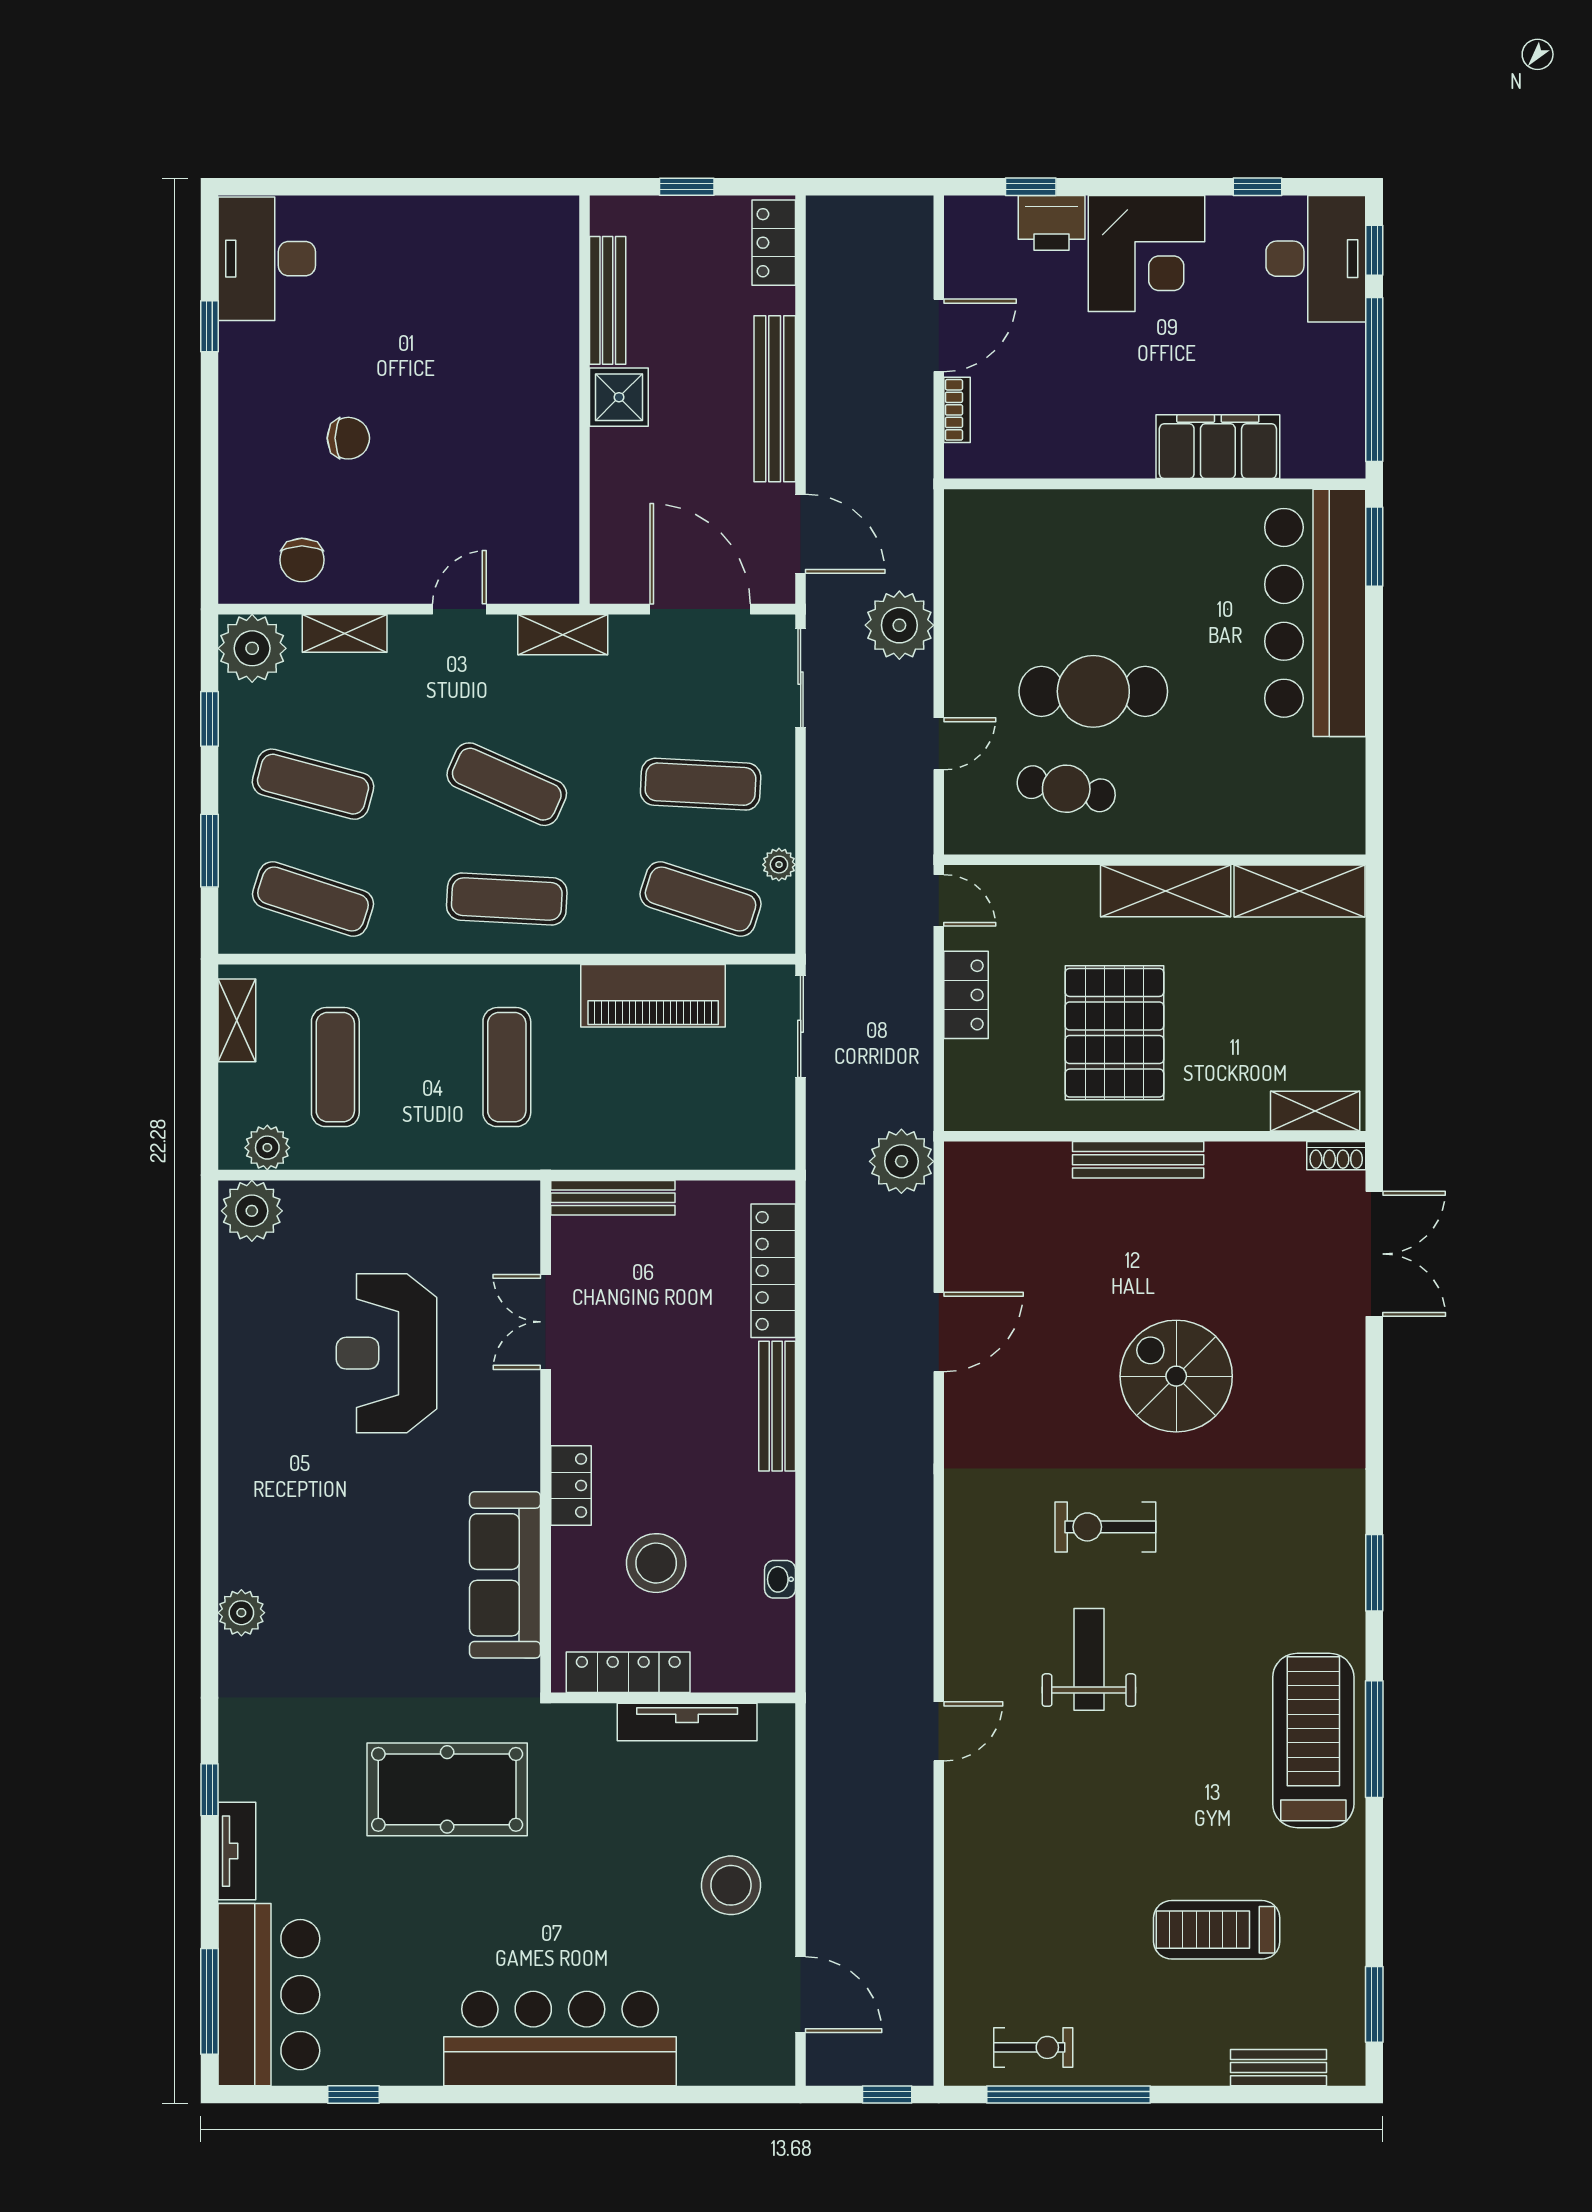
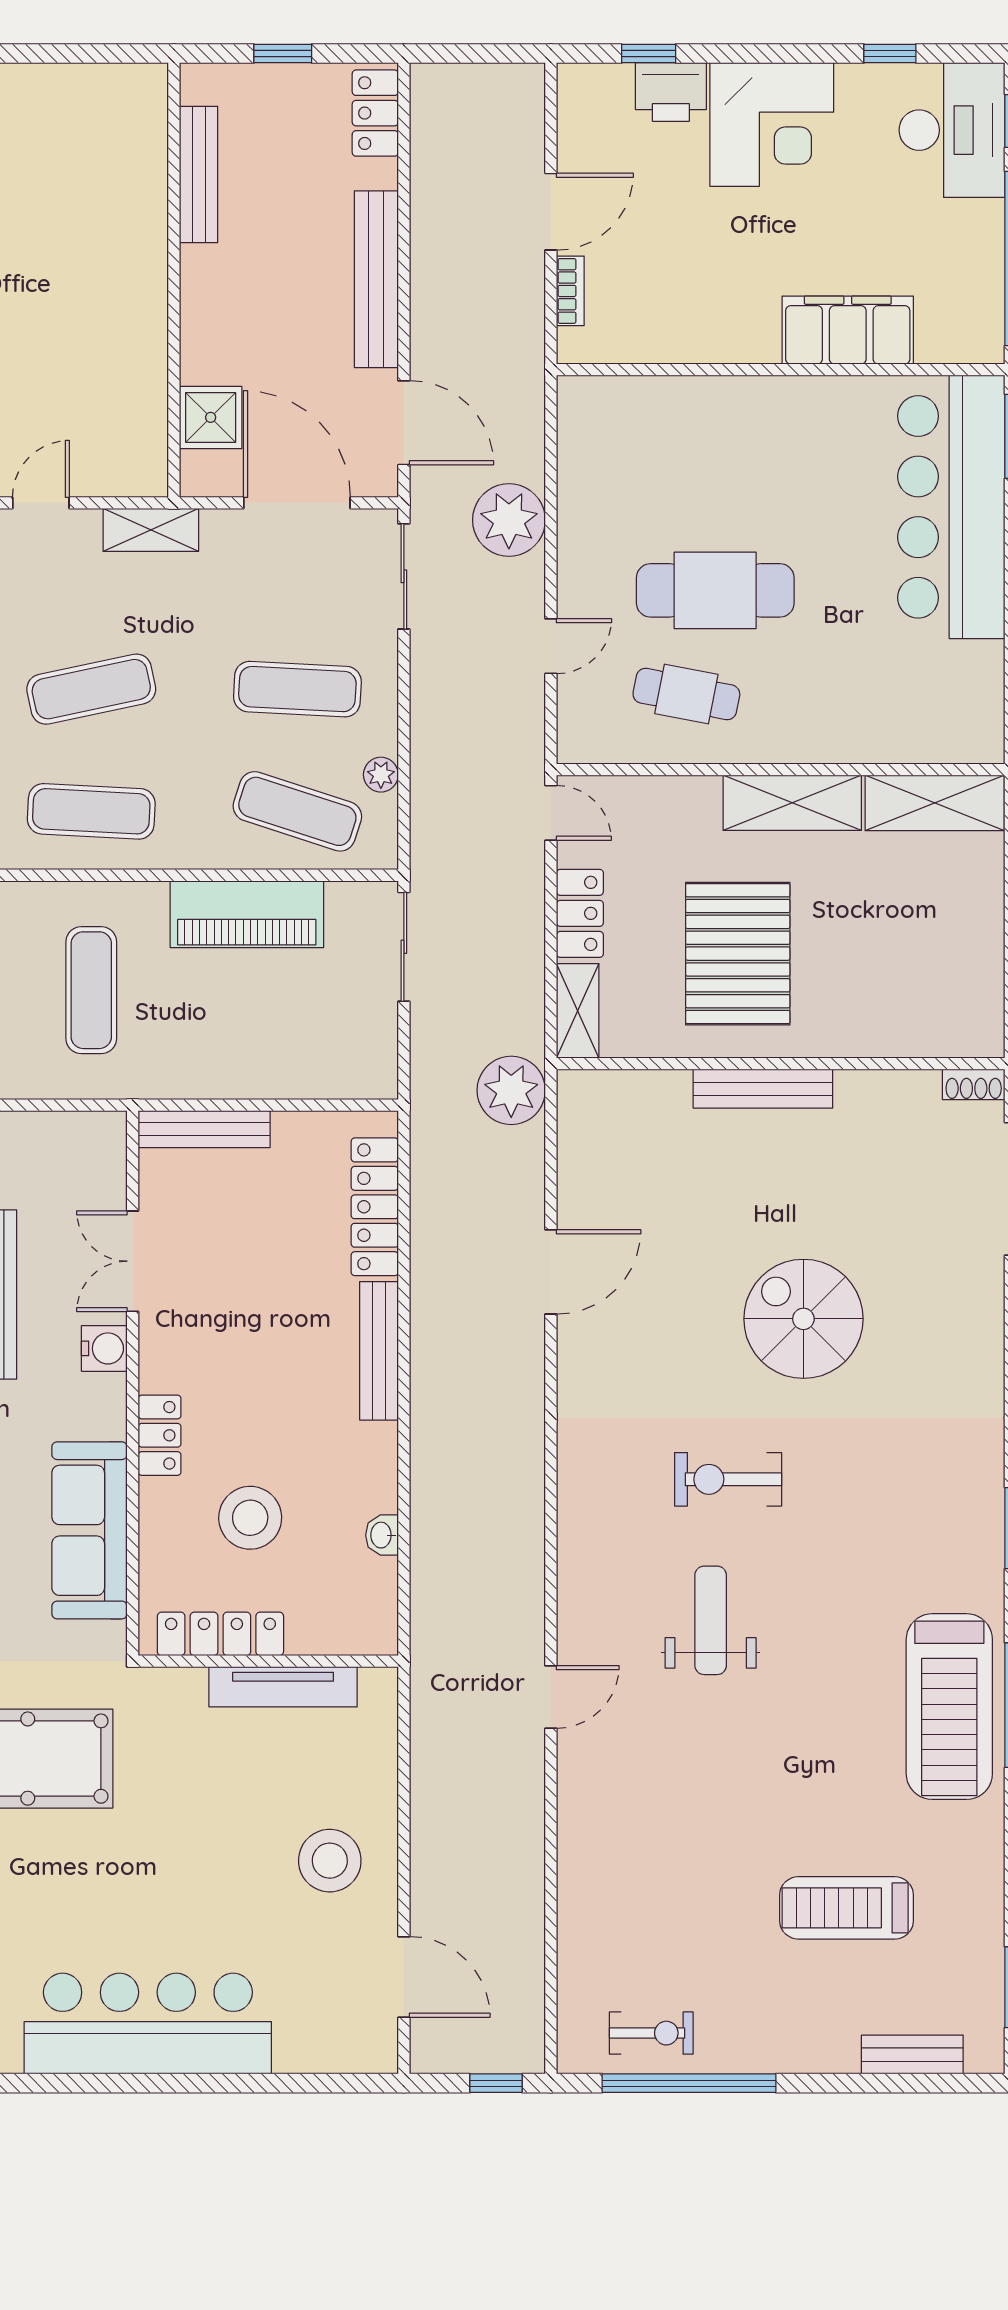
shower: (619, 397) -> (211, 417), moved
exercise mat: (507, 784) -> (91, 689), turned -36
shelving: (1315, 1111) -> (578, 1011), moved, turned 90
water cooler: (519, 1404) -> (104, 1348), added
treadmill: (1313, 1741) -> (949, 1707), turned 180

